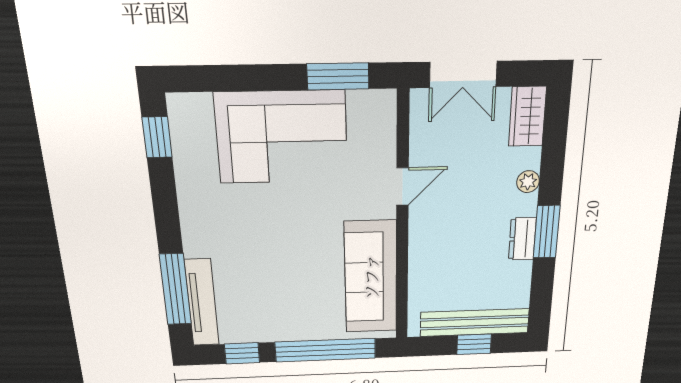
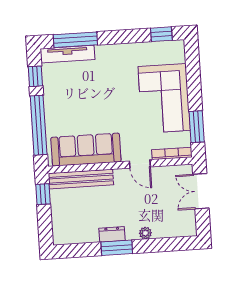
wardrobe: (527, 116) -> (181, 228), removed
bookcase: (387, 127) -> (172, 153), added
bench: (475, 322) -> (81, 179), moved, turned 90
window: (474, 344) -> (43, 194), moved

